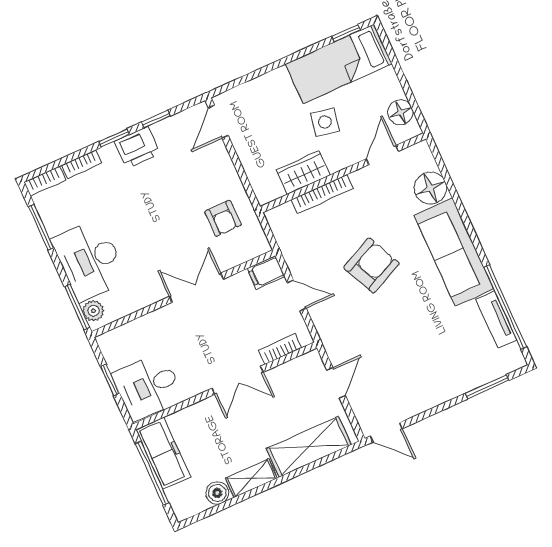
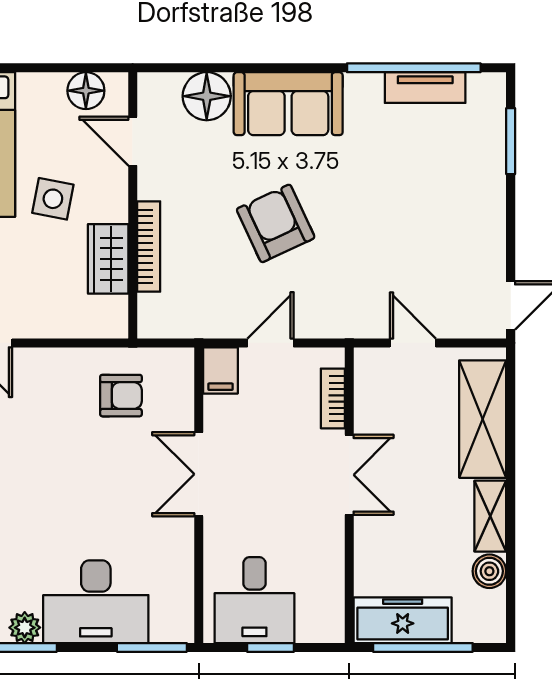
sofa: (454, 252) -> (288, 104), width x0.73
plant: (93, 311) -> (25, 628), moved
desk: (148, 386) -> (254, 600), moved

